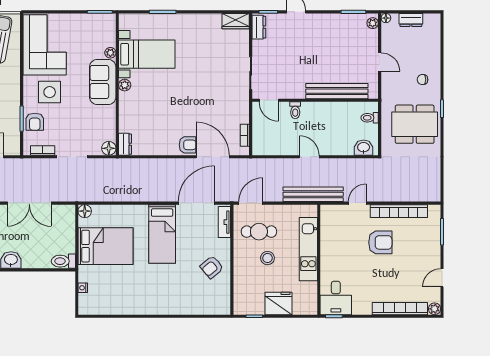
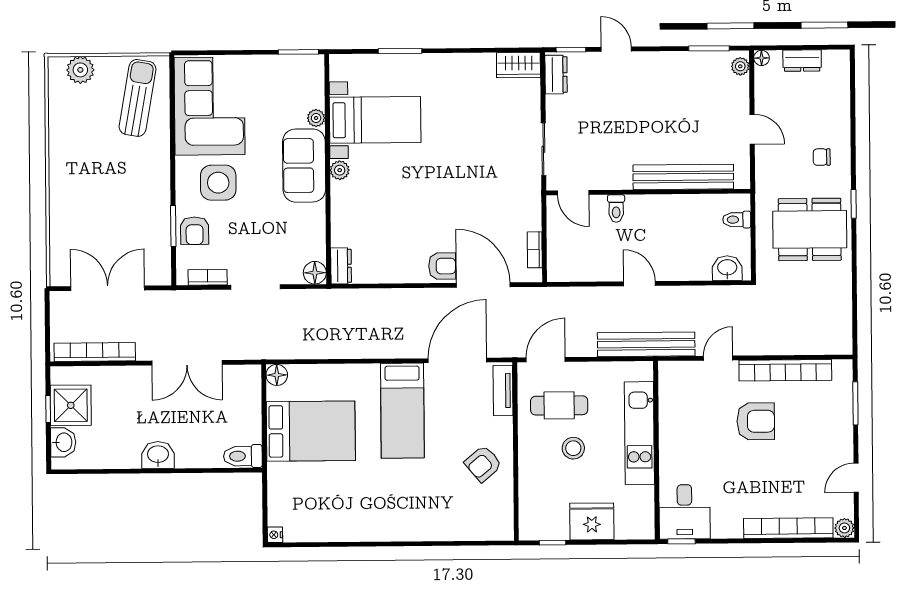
nightstand: (83, 288) -> (275, 535), moved

